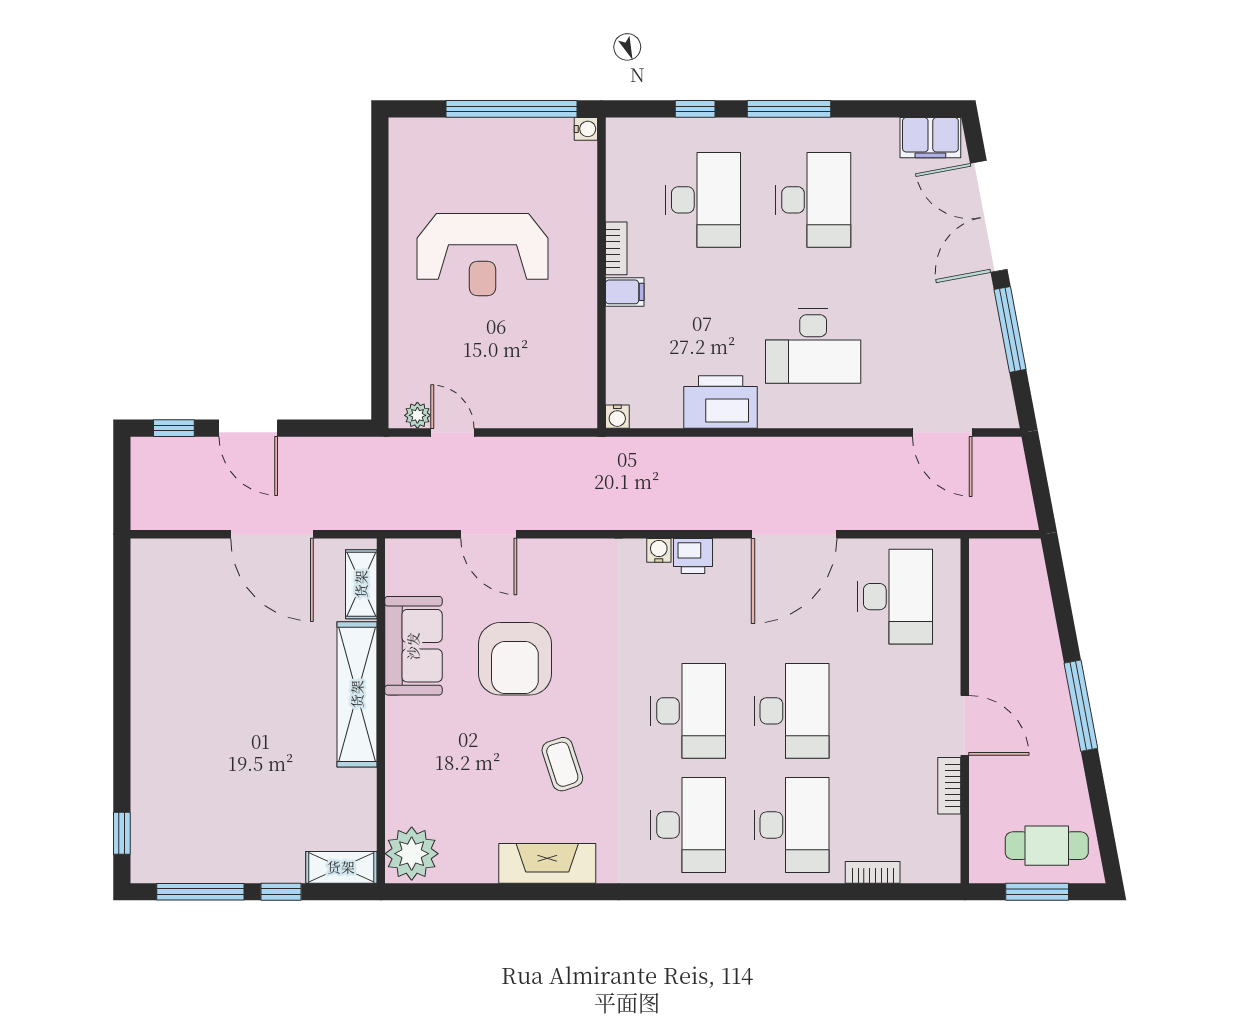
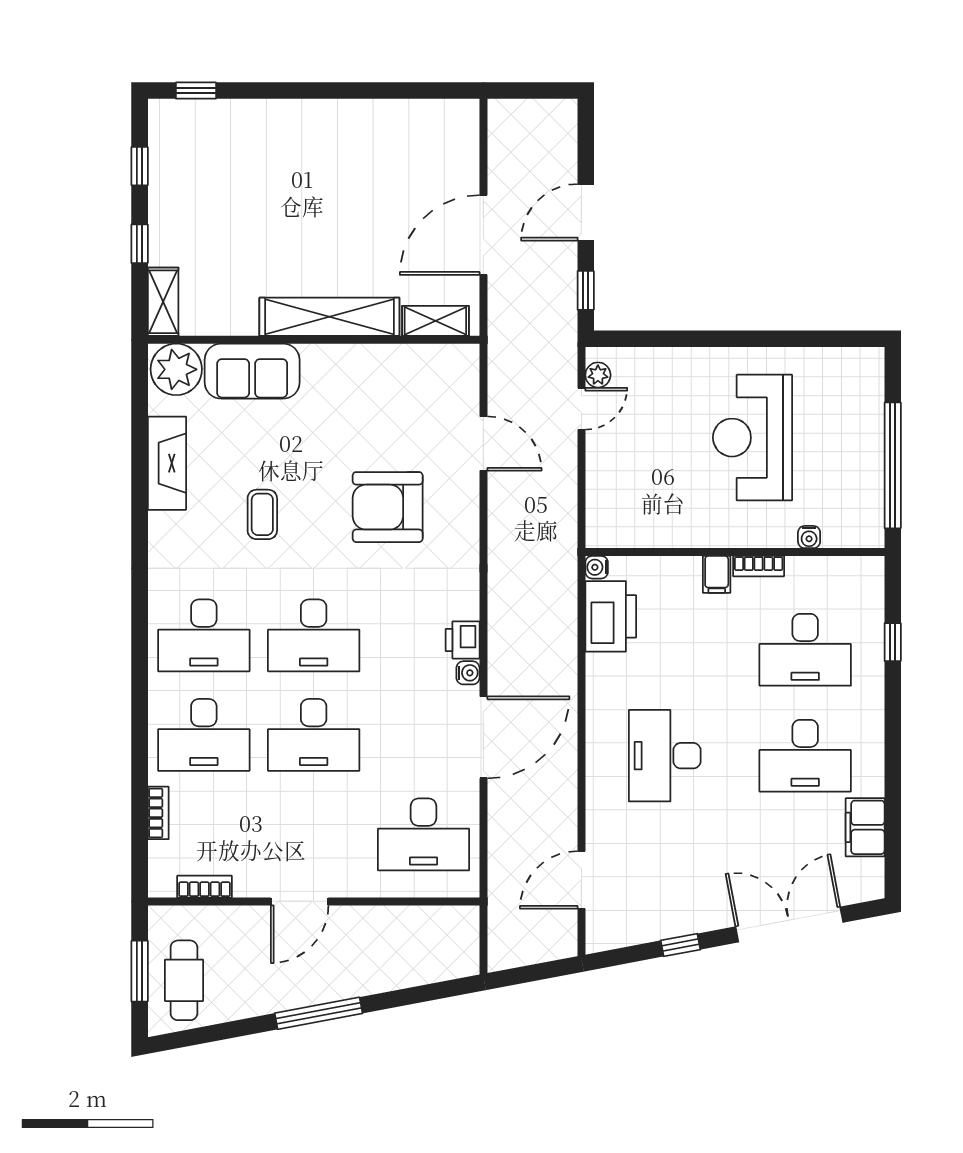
window: (789, 109) -> (893, 732), removed
water cooler: (586, 129) -> (809, 537), moved
filing cabinet: (930, 138) -> (865, 827), moved
window: (1010, 329) -> (681, 945), width x0.46
printer: (721, 402) -> (611, 616), moved
window: (174, 428) -> (586, 290), moved
door: (489, 534) -> (483, 444), swing flipped
door: (794, 534) -> (483, 737), swing flipped
water cooler: (659, 550) -> (468, 673), moved
sofa: (413, 646) -> (252, 371), moved
armchair: (515, 659) -> (388, 507), moved
coffee table: (562, 764) -> (262, 514), turned -72
bookcase: (949, 786) -> (205, 887), moved
fireplace: (547, 863) -> (167, 463), moved
window: (200, 892) -> (140, 166), width x0.46

